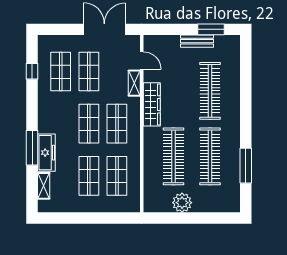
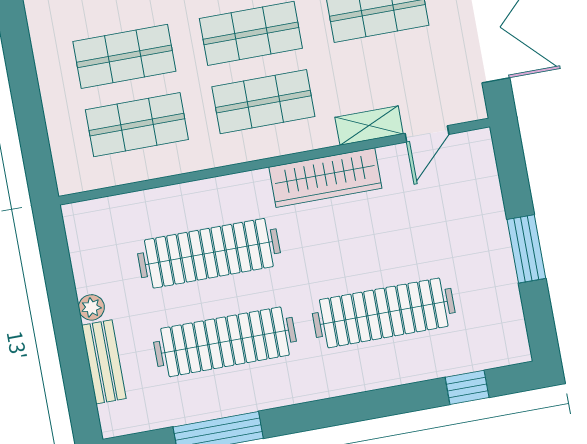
window: (211, 29) -> (526, 249), moved
bench: (197, 41) -> (104, 362), moved
window: (246, 63) -> (467, 387), added
plant: (182, 203) -> (91, 307), width x0.53, depth x0.53

